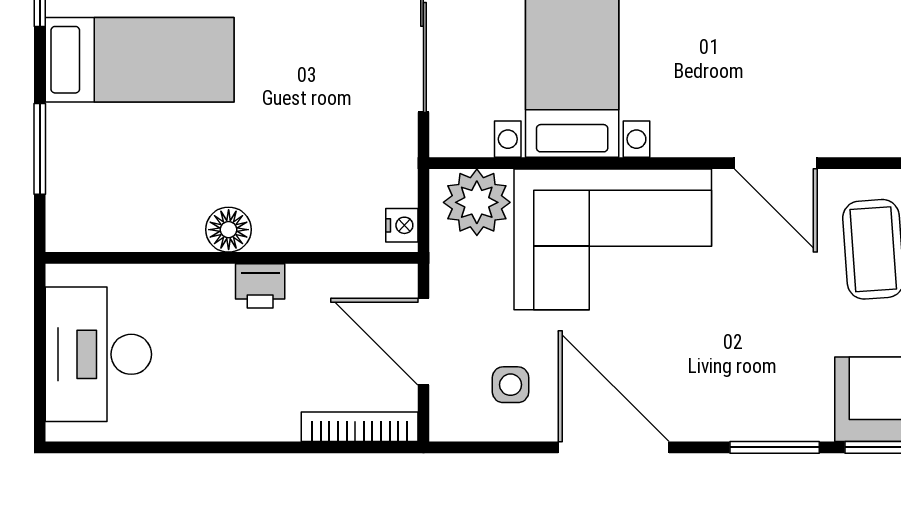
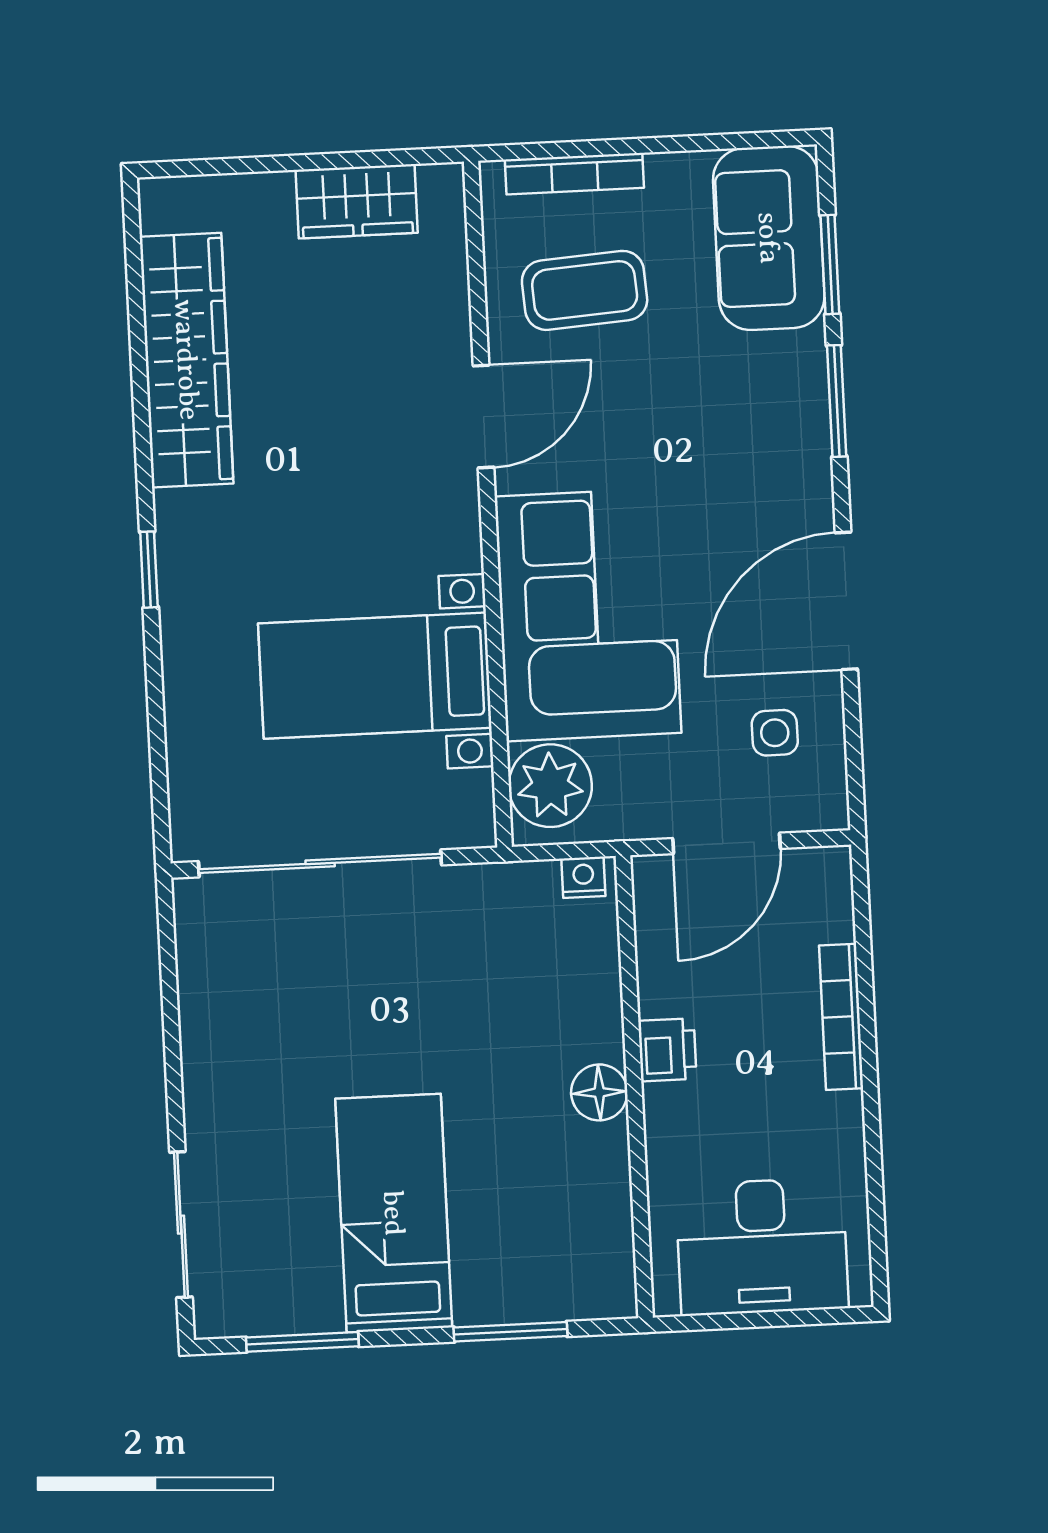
bookcase: (360, 427) -> (841, 1017), moved

